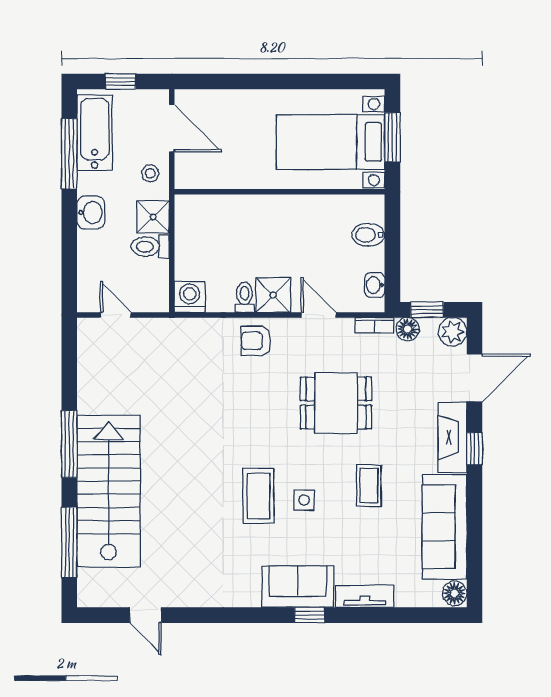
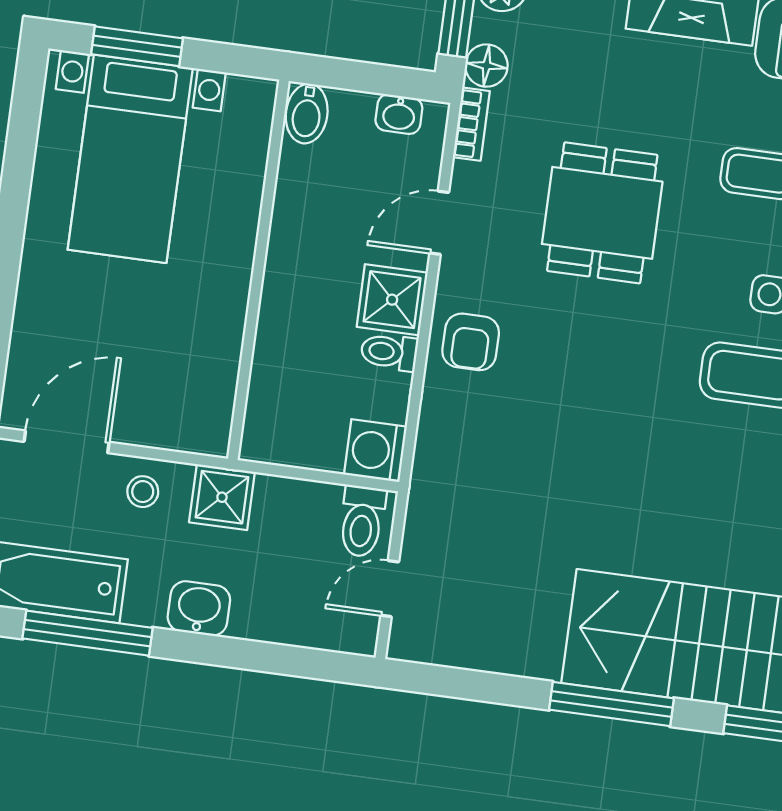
wall: (280, 192) -> (258, 270), moved
toilet: (150, 247) -> (362, 521), moved

